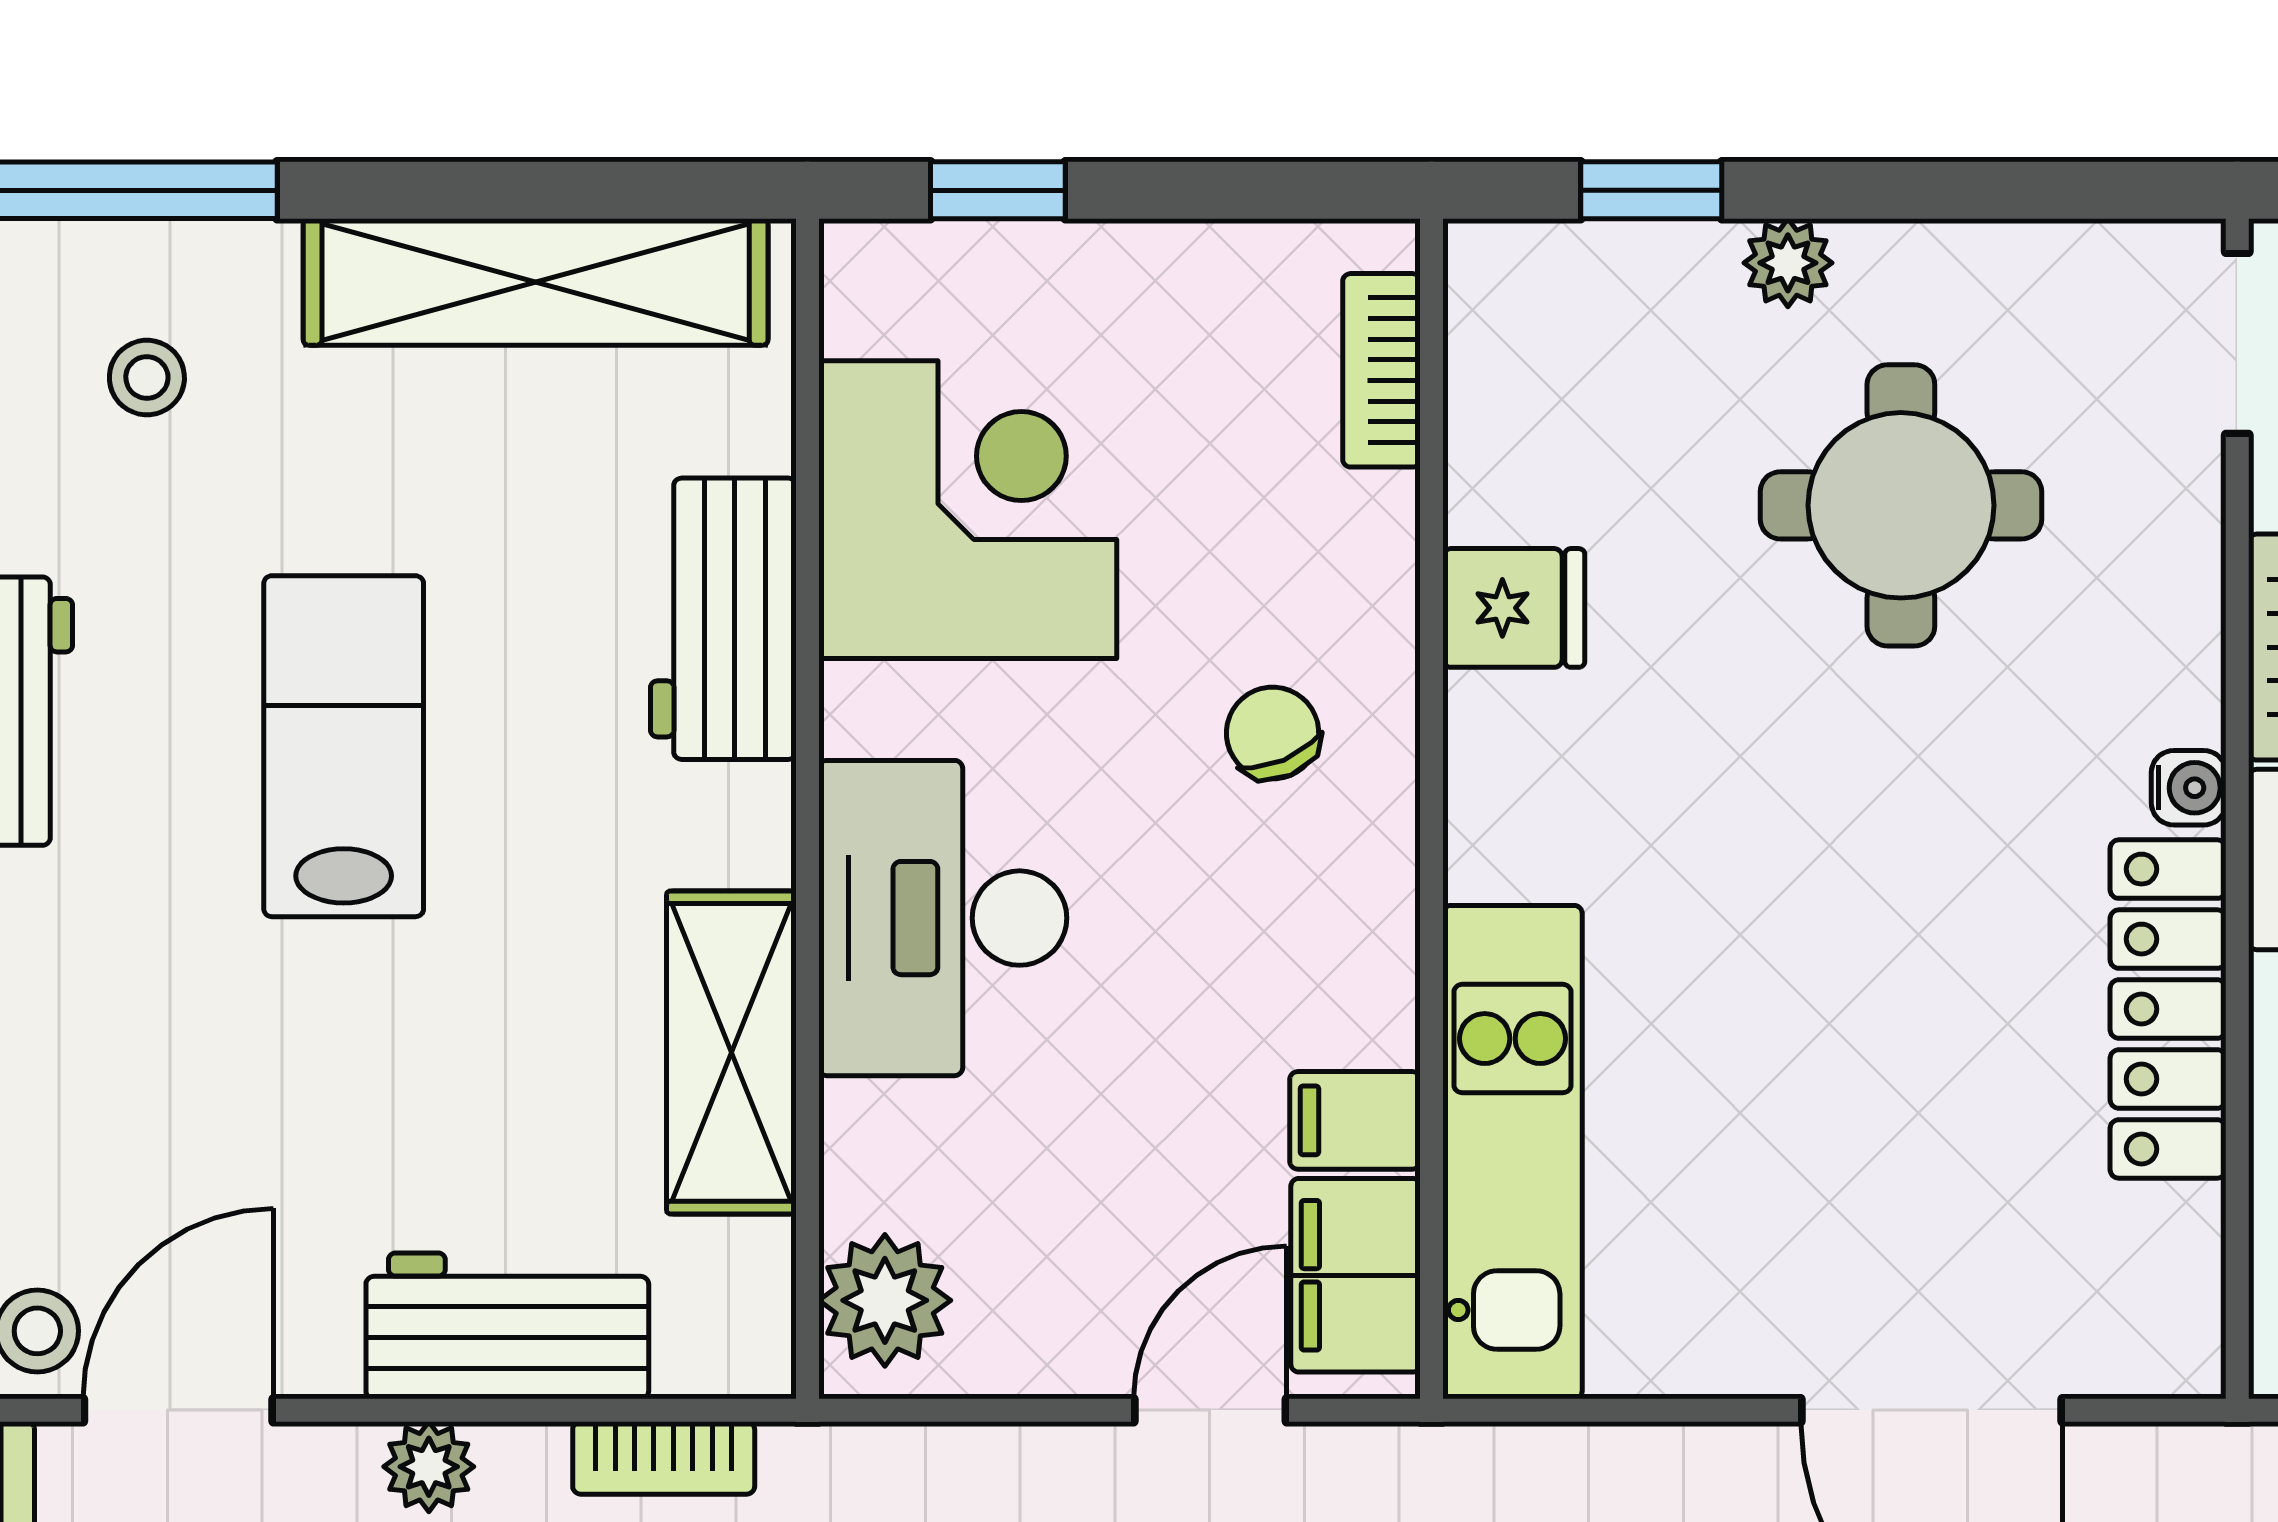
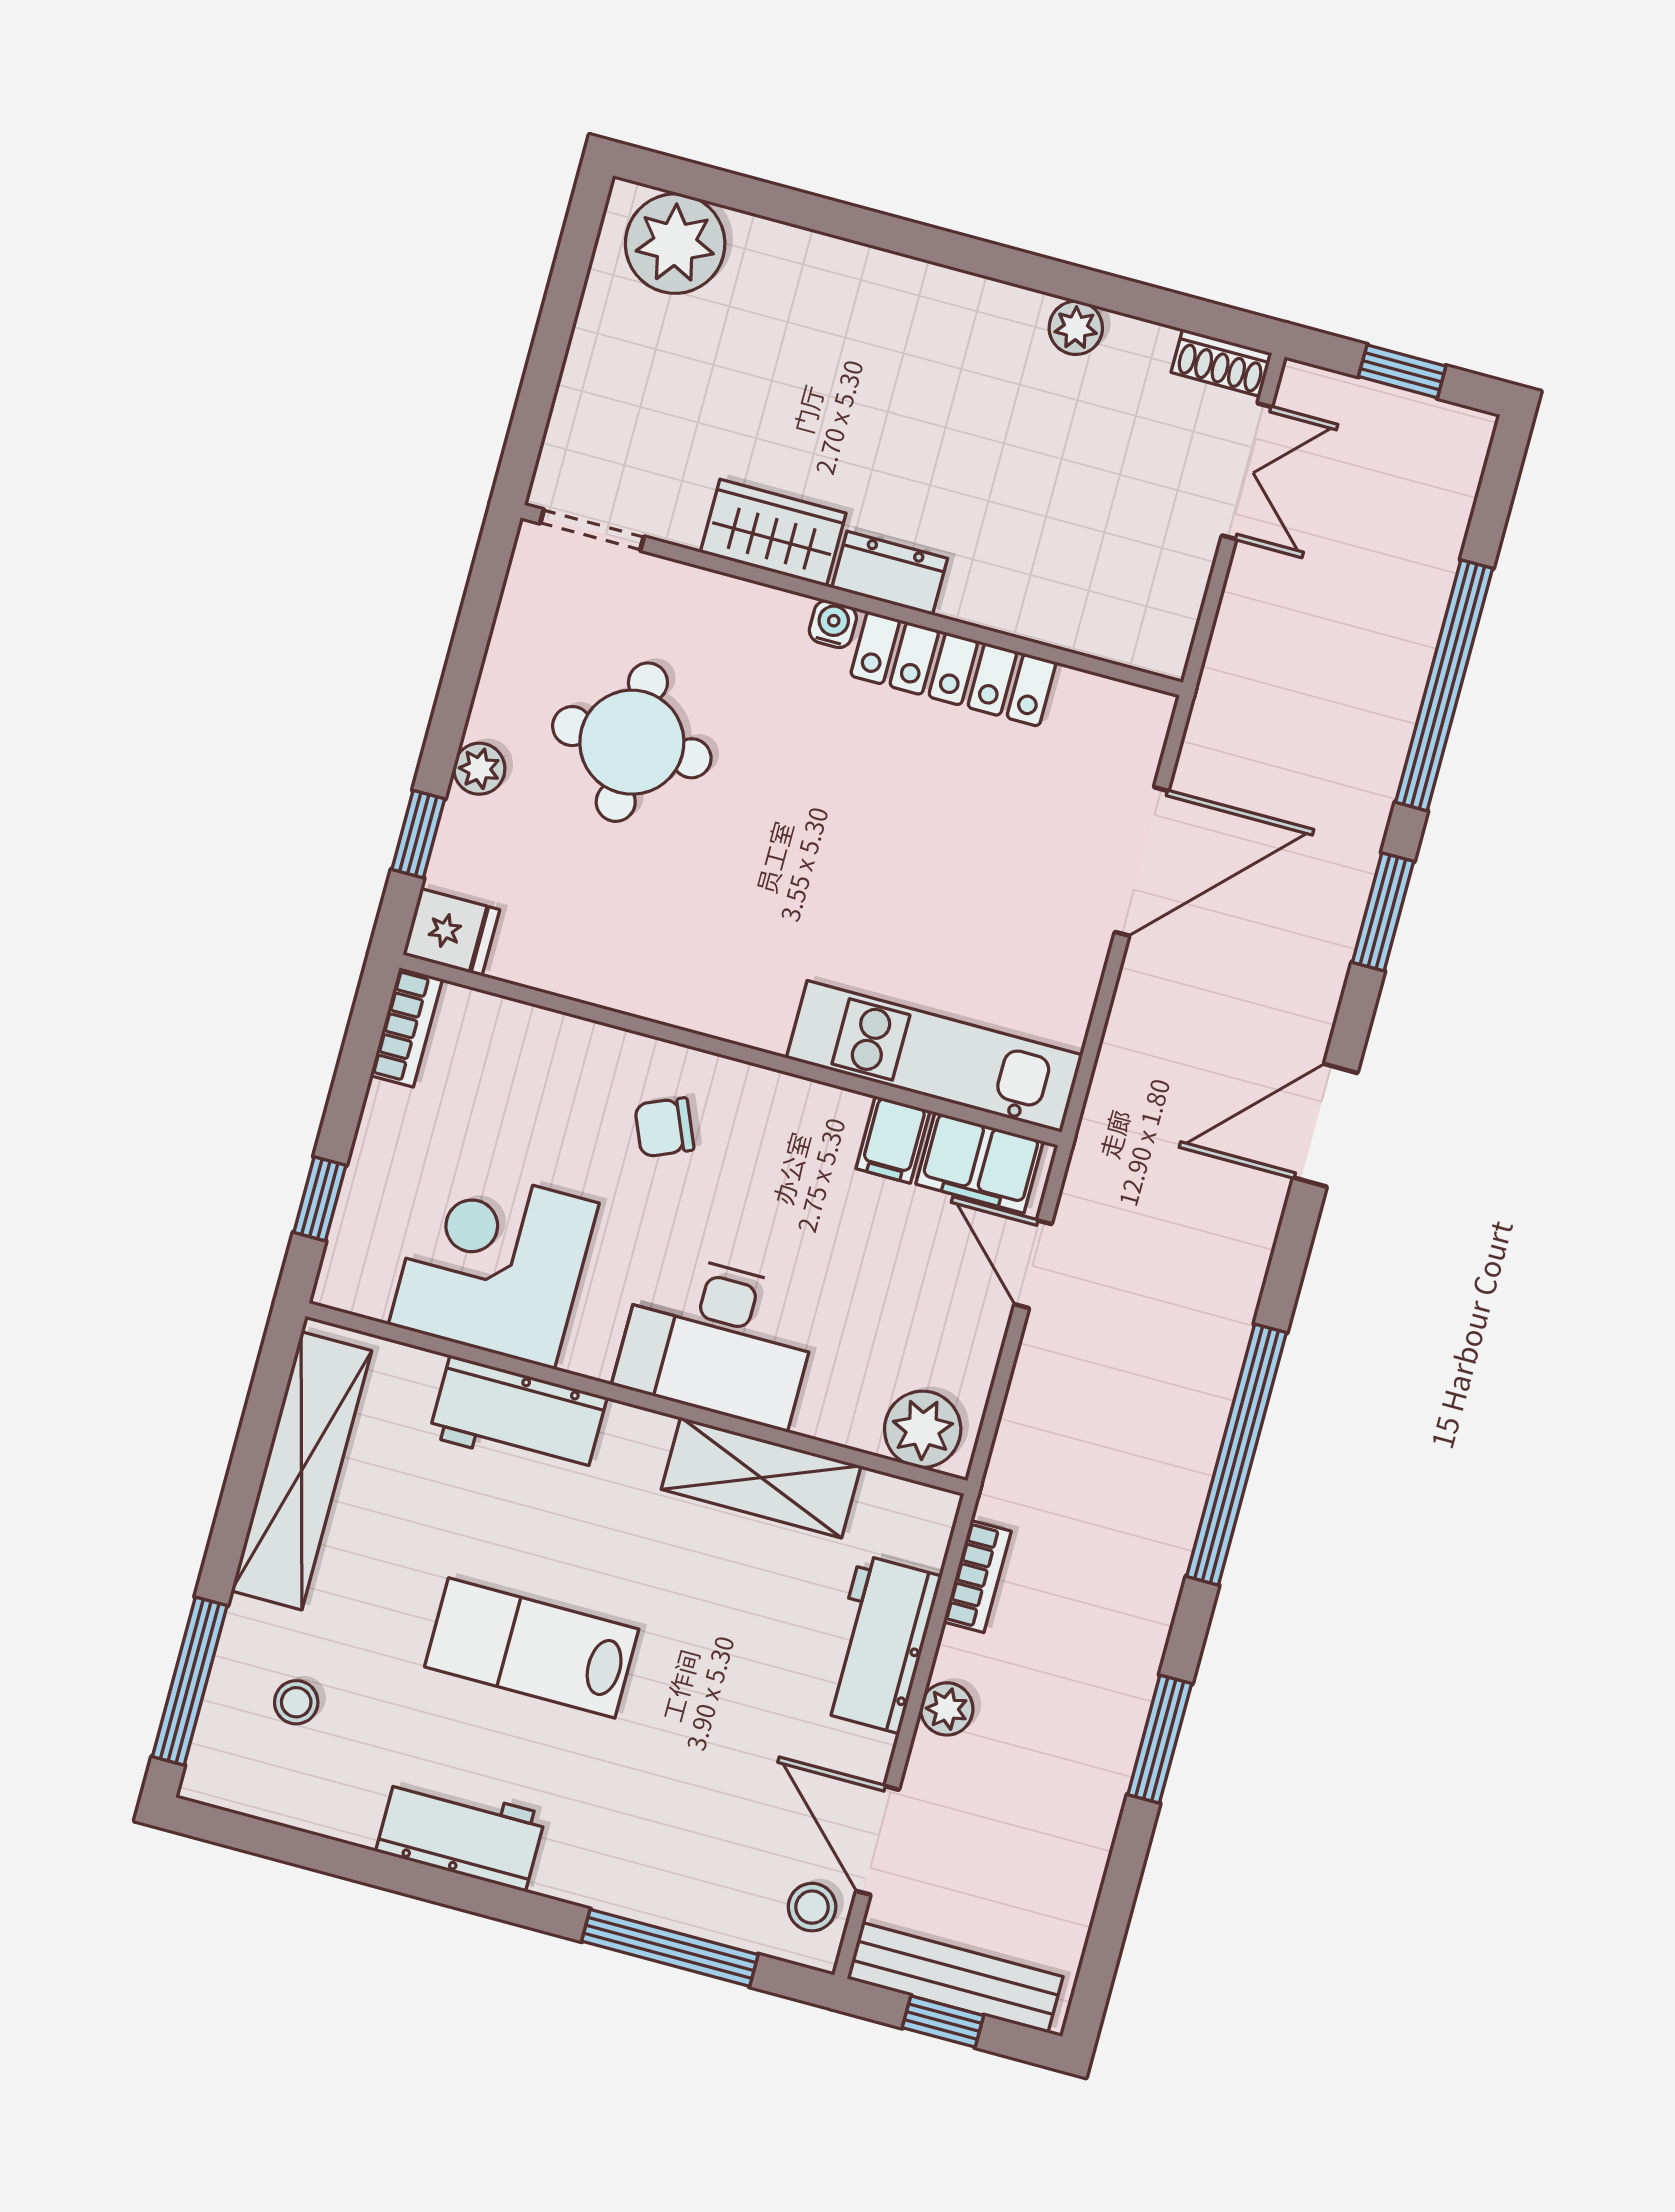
bookcase: (1381, 370) -> (406, 1027), moved, turned -90
fridge: (1514, 608) -> (451, 932), moved, turned 90

